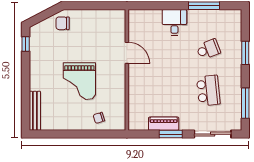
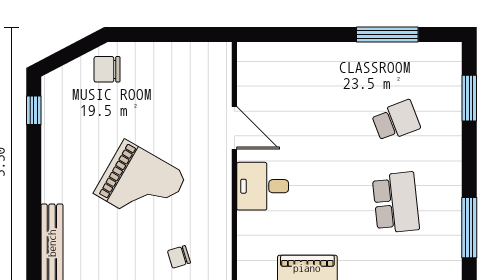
desk: (174, 22) -> (263, 186), moved, turned -90
window: (245, 53) -> (469, 98), moved
grand piano: (79, 81) -> (140, 184), turned -60

